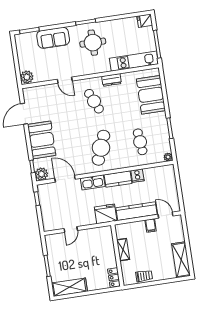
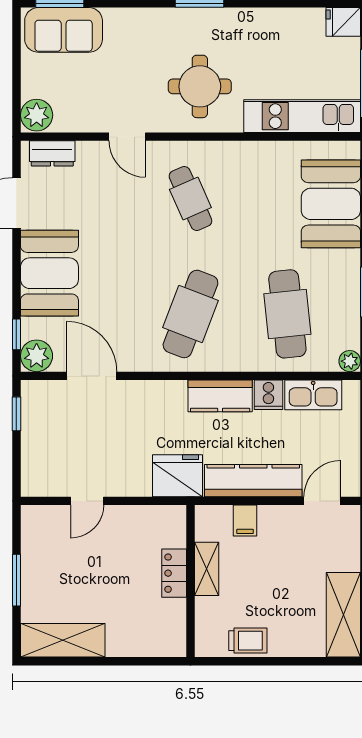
sofa: (53, 38) -> (64, 30), moved
round table: (93, 43) -> (200, 86), moved
dresser: (111, 80) -> (52, 153), moved
cafe table: (140, 142) -> (287, 314), width x1.37, depth x1.35
kitchen sink: (93, 182) -> (313, 395), moved
door: (166, 215) -> (322, 501), hinge flipped
filing cabinet: (151, 225) -> (245, 520), moved
locker: (114, 277) -> (174, 573), moved

